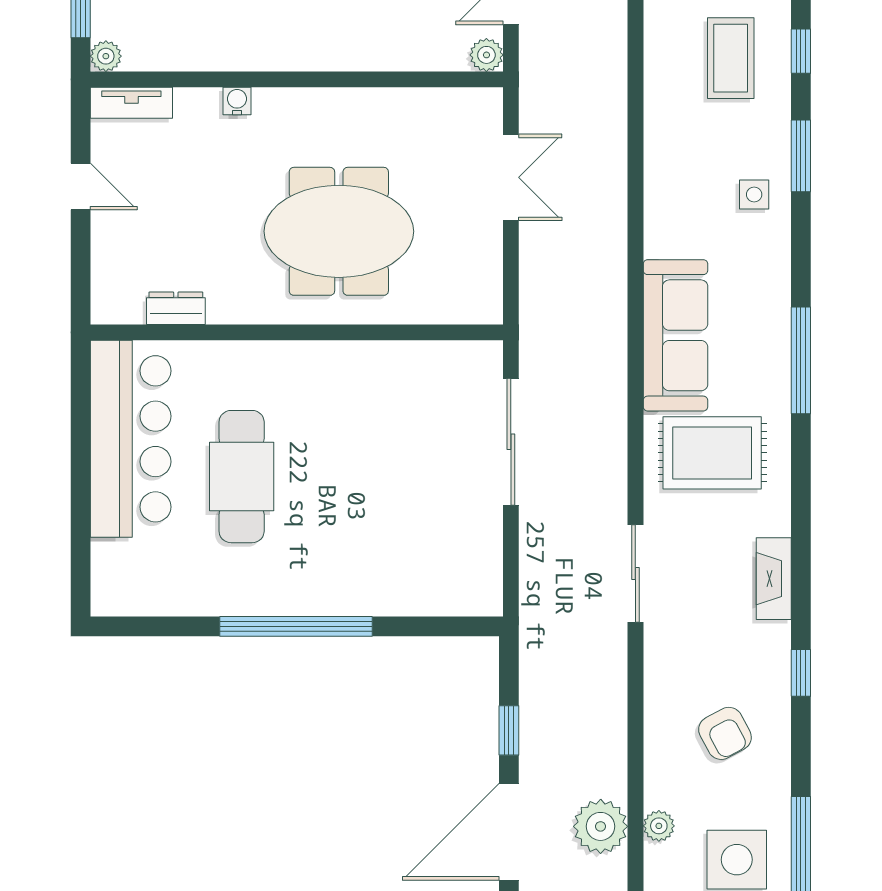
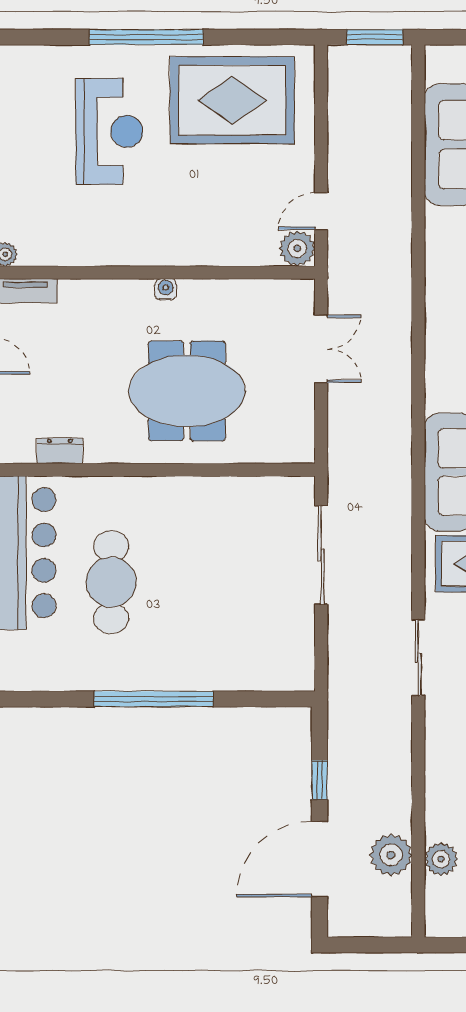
plant: (486, 55) -> (297, 249), width x1.38, depth x1.38
water cooler: (237, 101) -> (166, 289), moved
plant: (659, 826) -> (441, 859), width x1.38, depth x1.38

